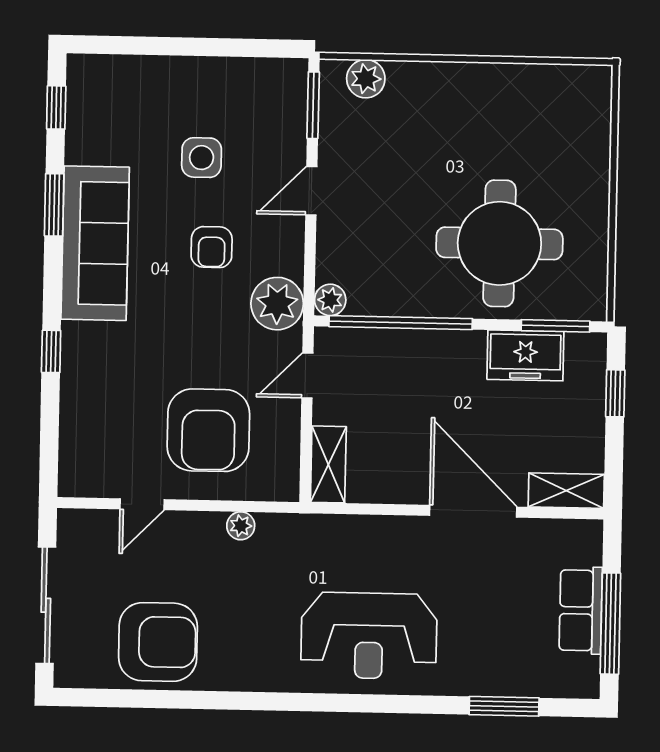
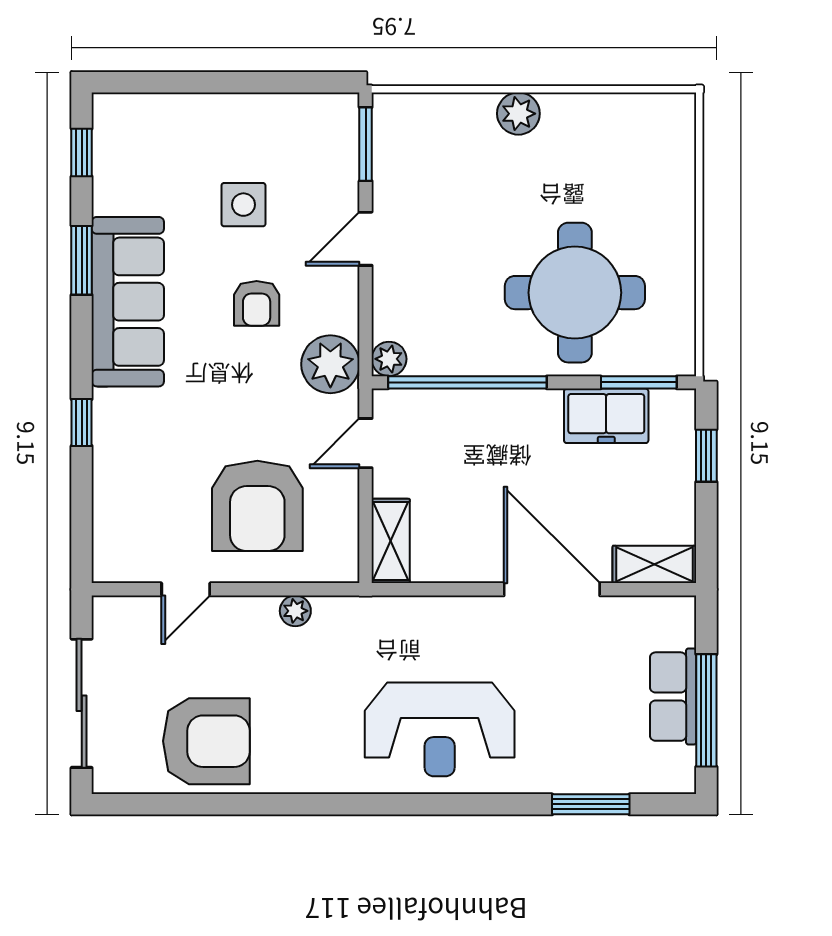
plant: (366, 79) -> (518, 114), moved

